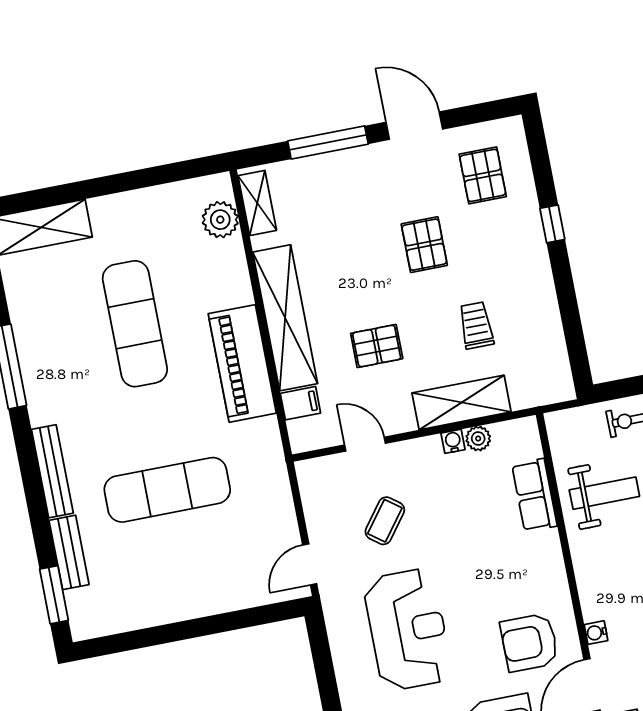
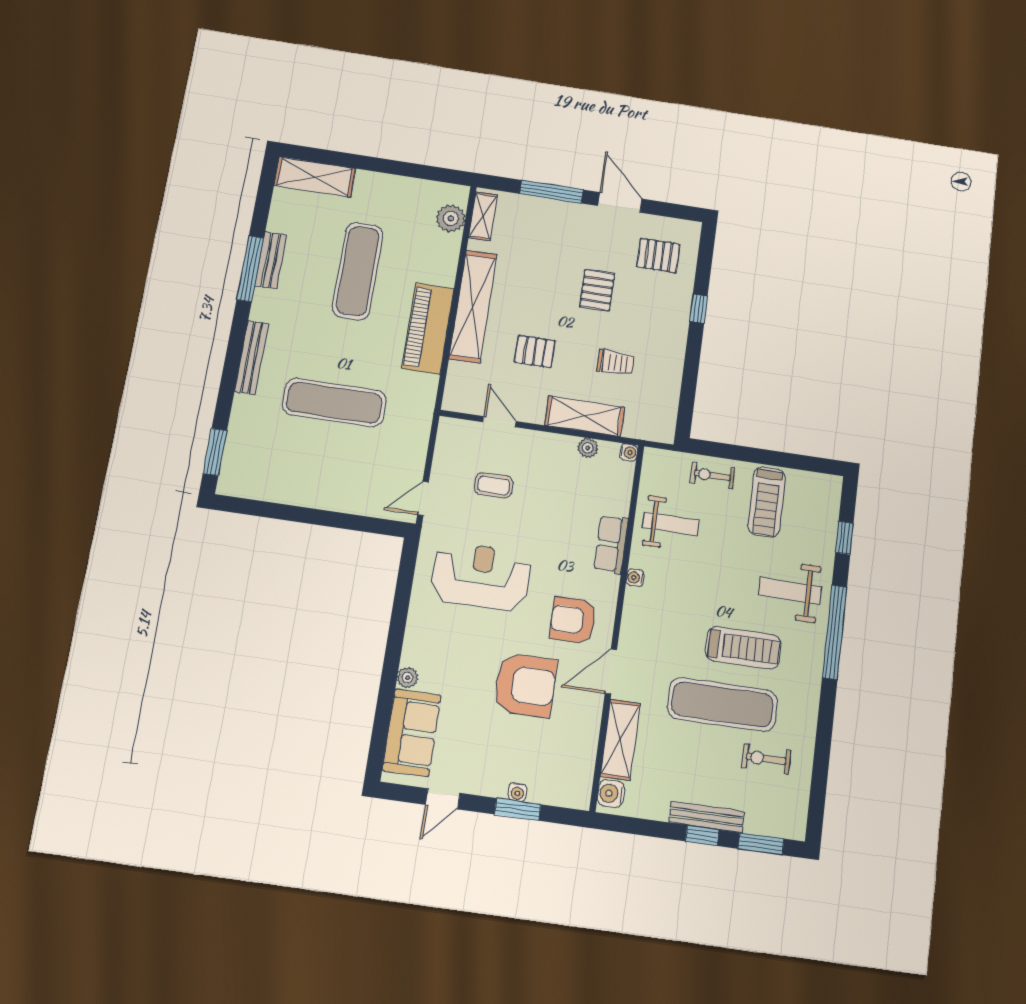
pallet: (483, 175) -> (658, 255), turned 90
trolley: (476, 325) -> (616, 363), turned 90
filing cabinet: (300, 403) -> (461, 374), removed
water cooler: (453, 441) -> (629, 452), moved, turned 90
row of seats: (535, 495) -> (611, 544), moved
coffee table: (385, 521) -> (494, 485), turned 53
bench: (69, 552) -> (271, 260), moved
reception desk: (408, 630) -> (481, 576), turned -90
water cooler: (596, 633) -> (635, 578), moved

